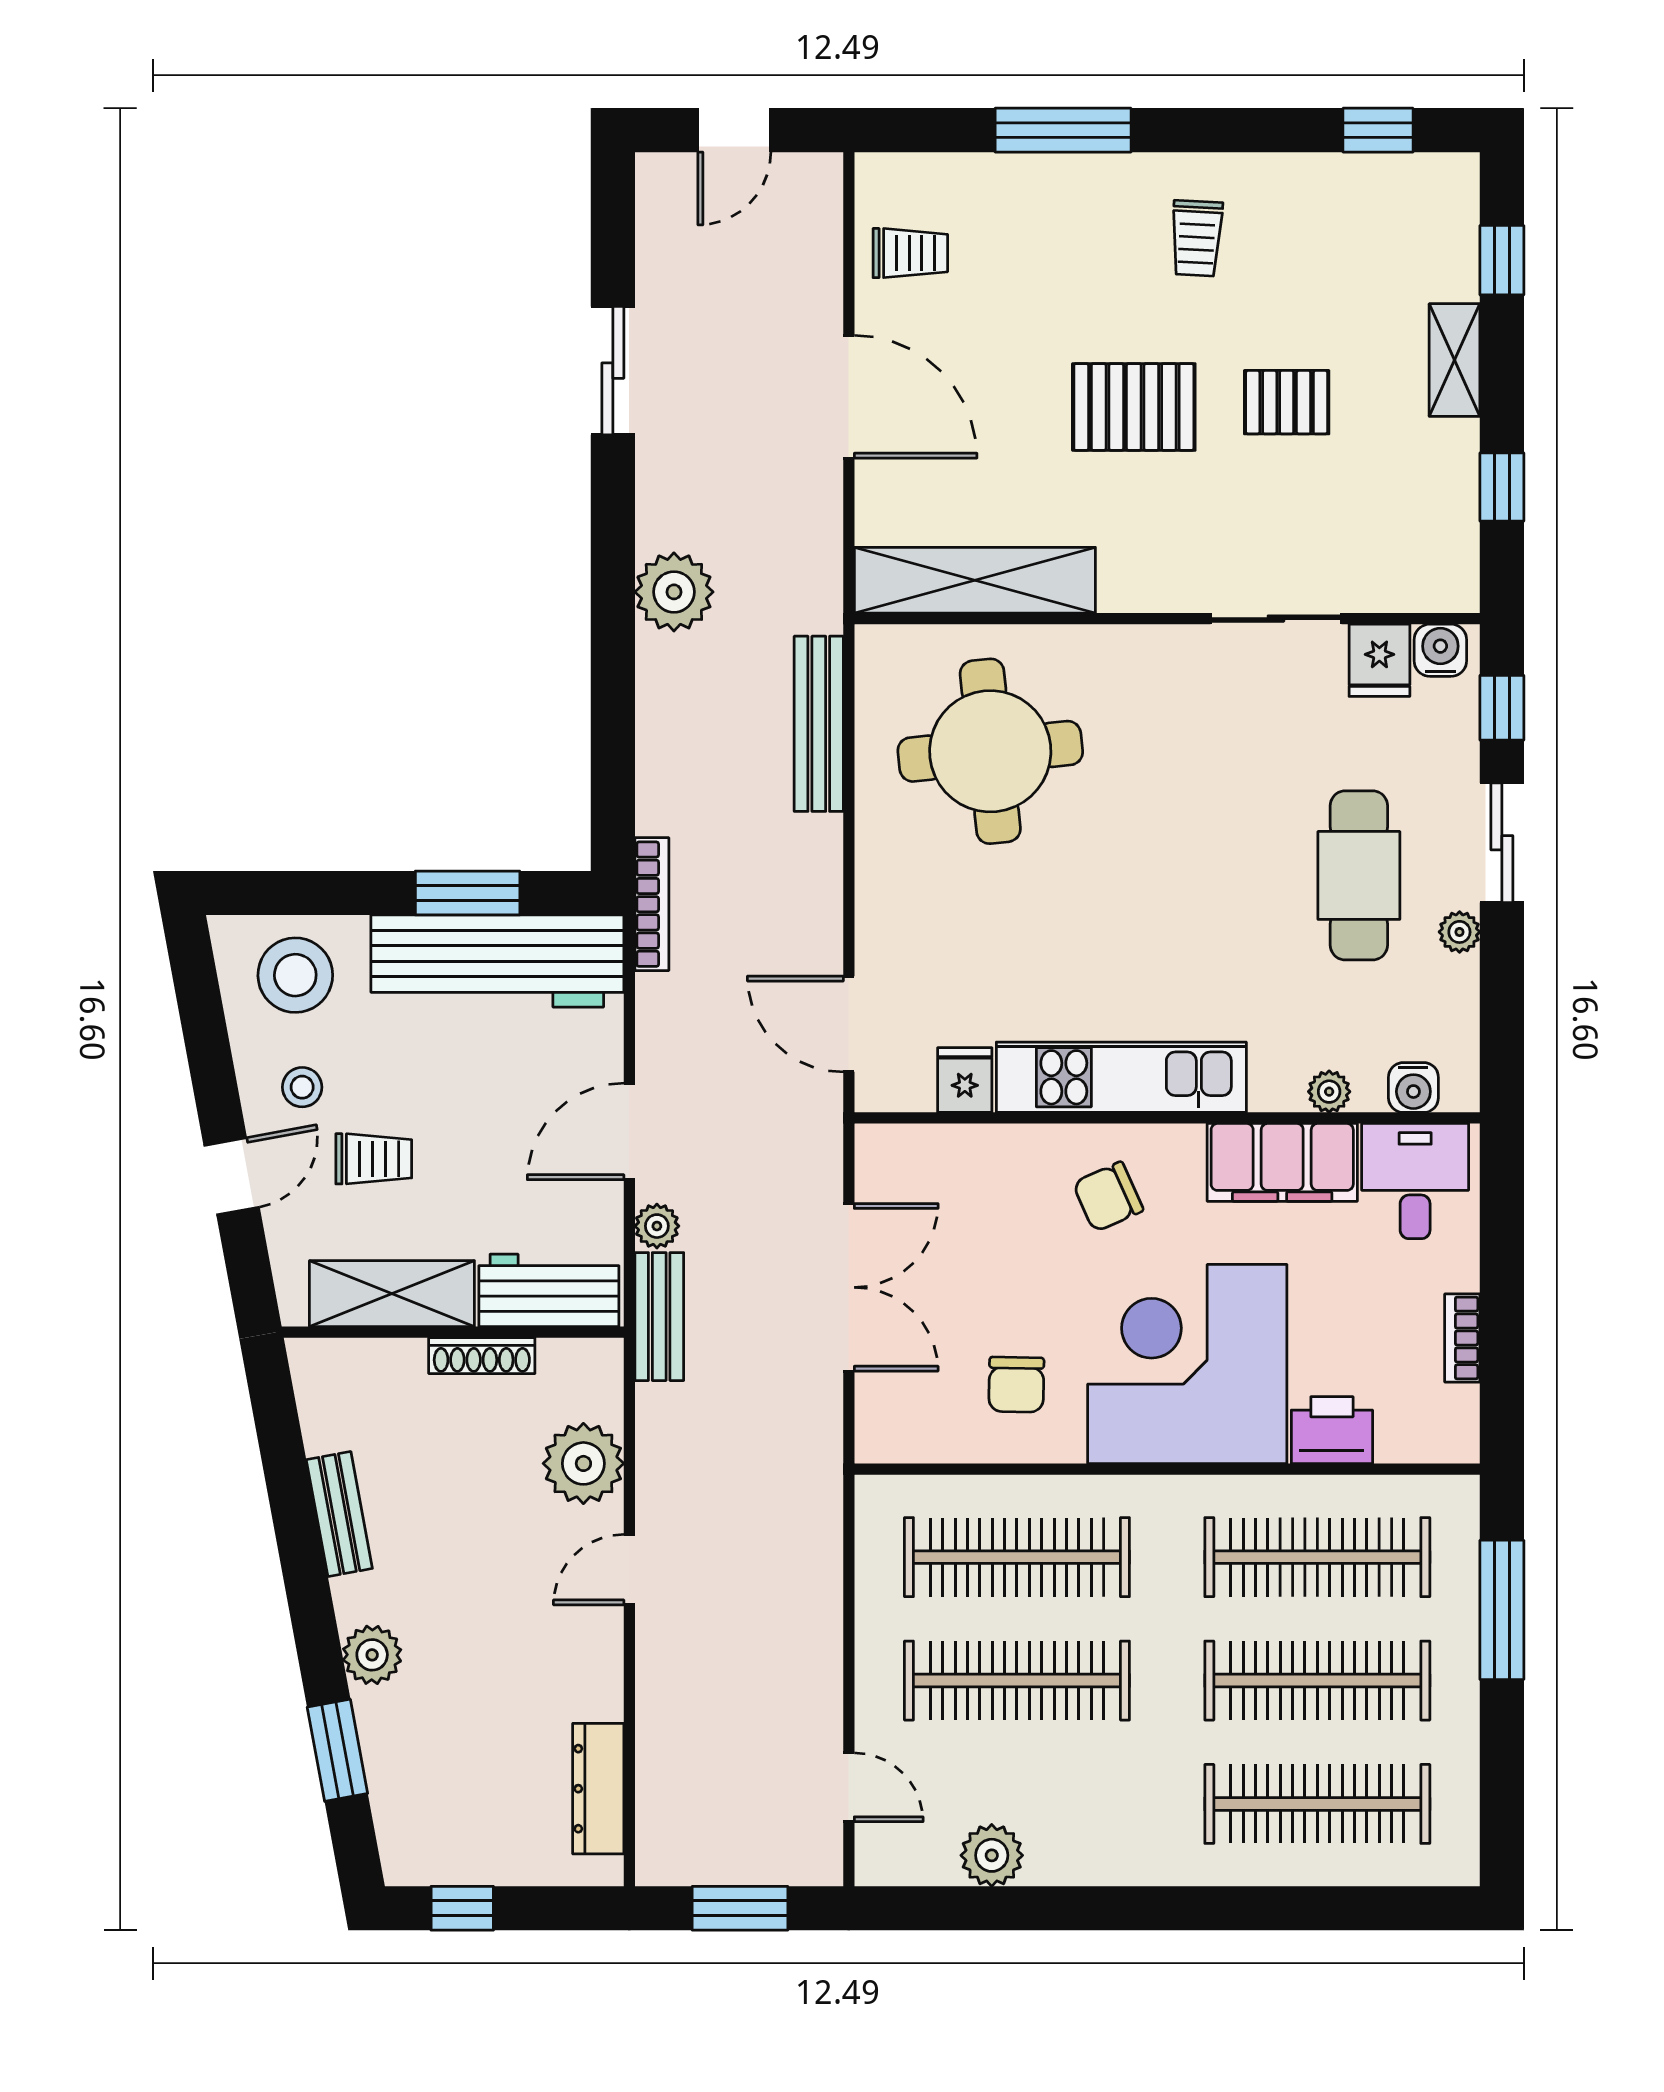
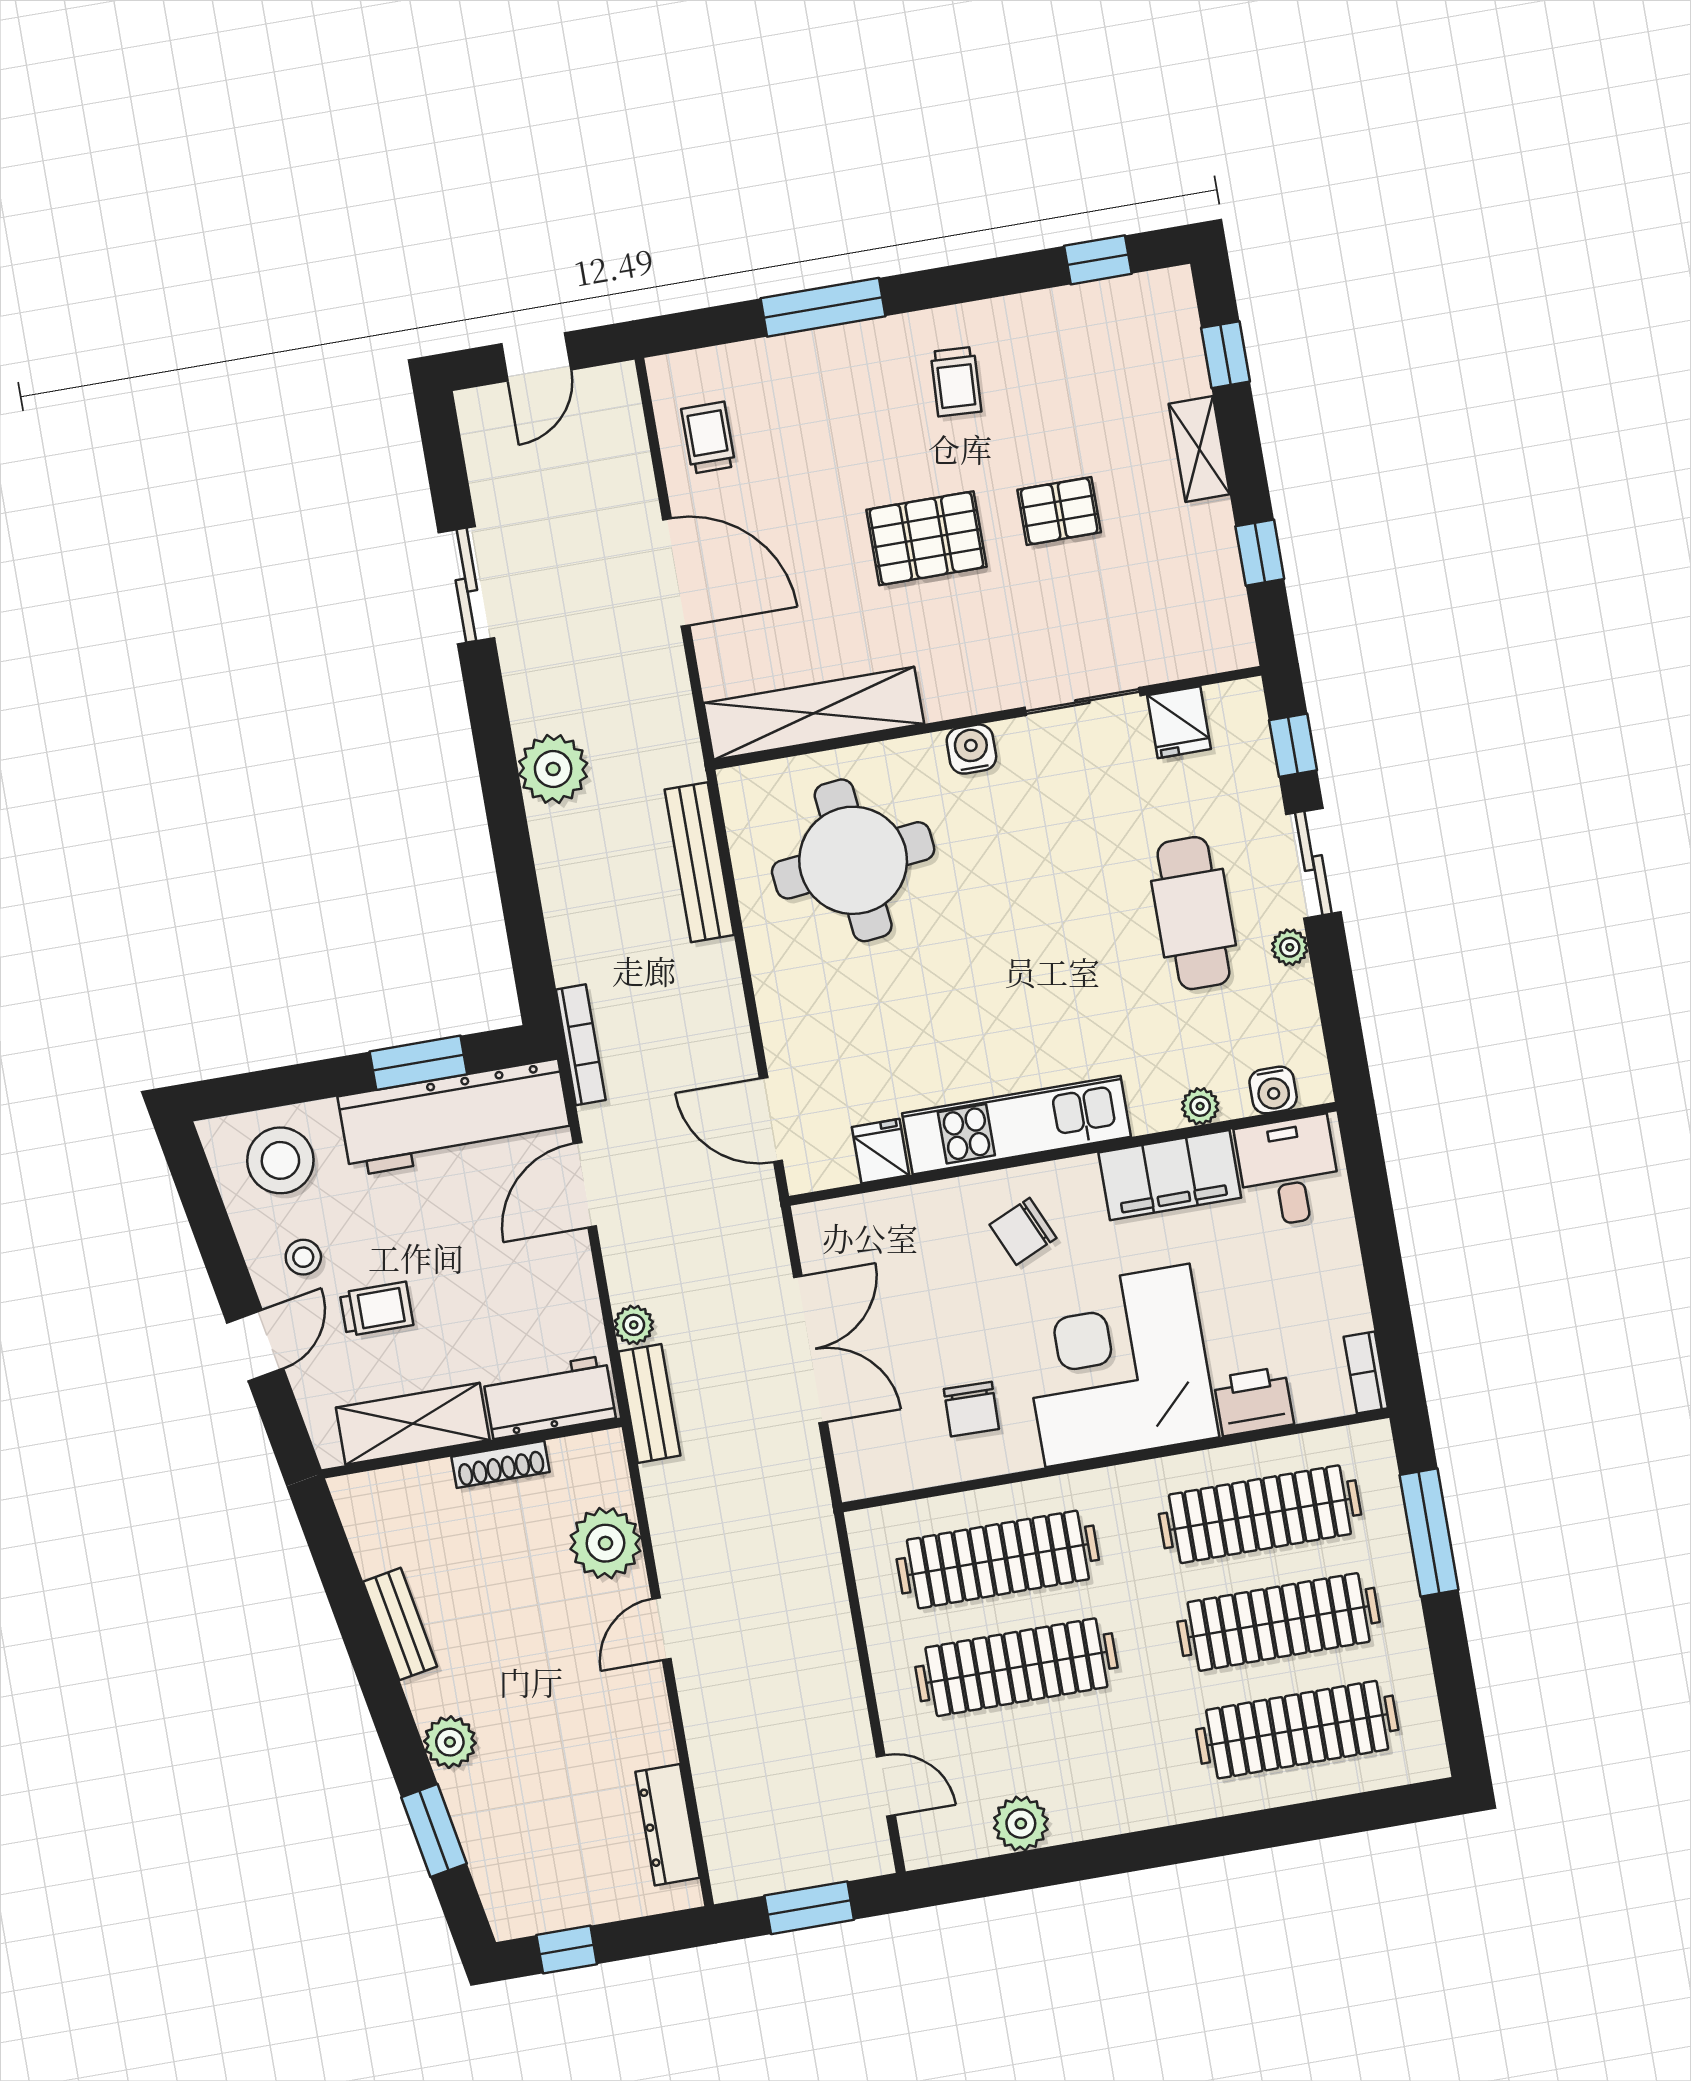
trolley: (910, 253) -> (708, 438), turned -90
water cooler: (1440, 650) -> (971, 749), moved
door: (629, 1131) -> (585, 1185), moved
bookcase: (1462, 1338) -> (1366, 1372), moved

